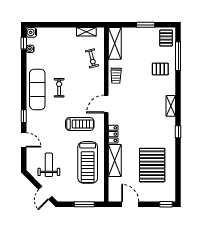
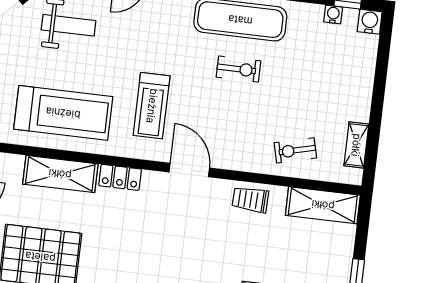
treadmill: (88, 162) -> (63, 113), turned 180

